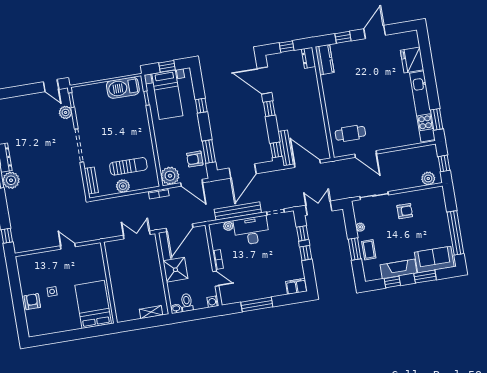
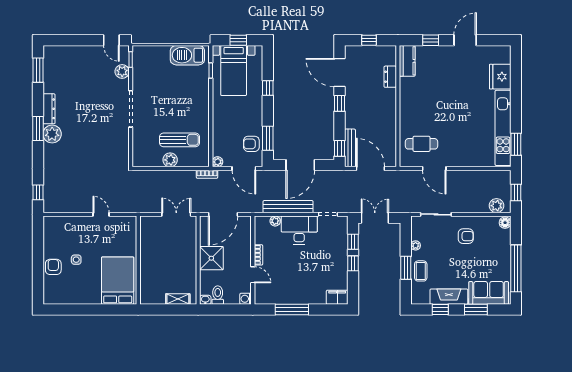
dresser: (308, 58) -> (390, 77), moved
plant: (170, 176) -> (218, 162), width x0.53, depth x0.53
bench: (91, 180) -> (138, 148), removed
floor lamp: (439, 193) -> (505, 223), added

